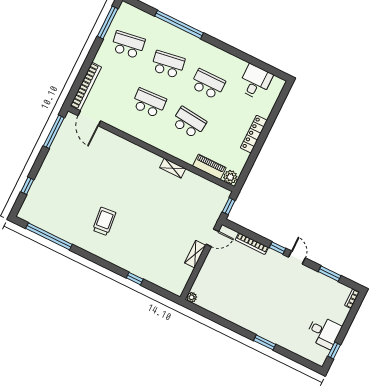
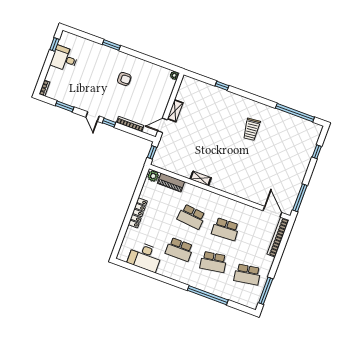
desk: (255, 82) -> (145, 257), width x1.37
armchair: (253, 299) -> (124, 79), added

